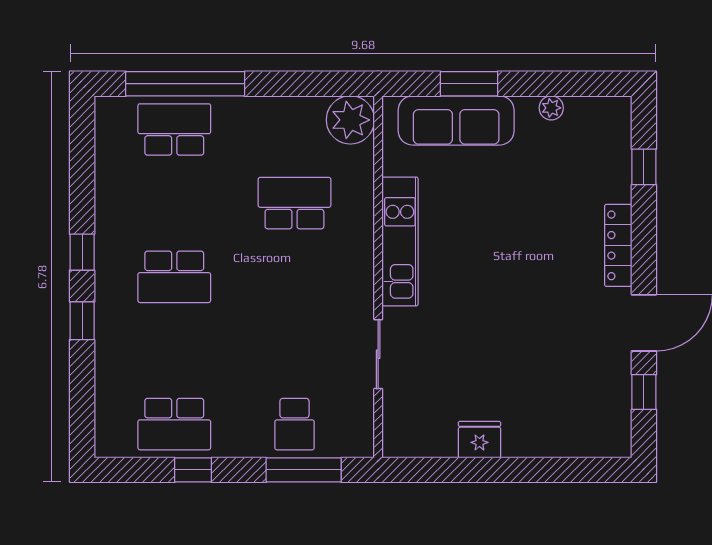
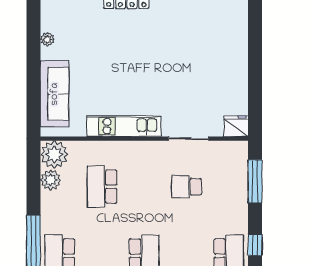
window: (469, 84) -> (33, 87), removed
plant: (306, 113) -> (51, 180), added
school desk: (294, 424) -> (186, 187), moved, turned 180
fridge: (479, 440) -> (236, 126), moved, turned 90

